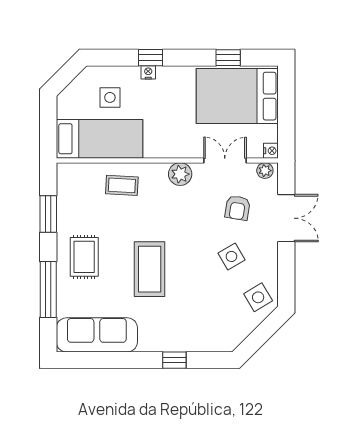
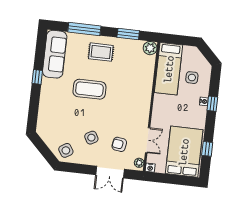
plant: (180, 174) -> (150, 48), moved
coffee table: (122, 185) -> (140, 79), removed
window: (174, 360) -> (37, 77), moved

